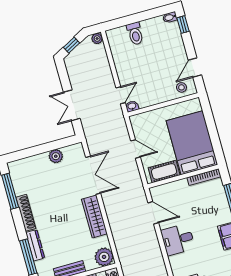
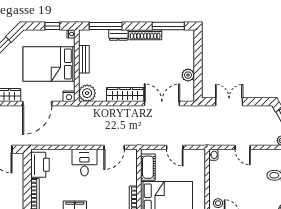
door: (121, 95) -> (243, 147), moved
door: (135, 149) -> (175, 147), hinge flipped
double door: (93, 175) -> (162, 103), swing flipped
dresser: (35, 245) -> (118, 35), width x0.70

